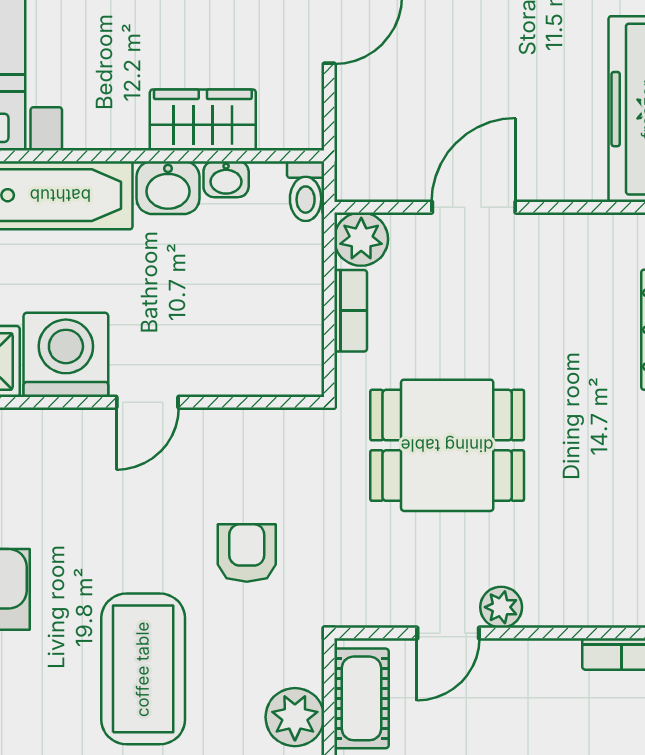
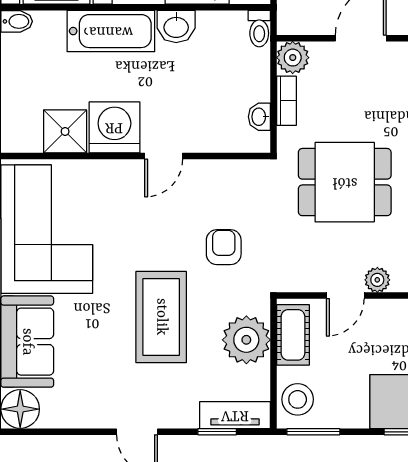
washbasin: (226, 179) -> (259, 117), moved, turned 90
plant: (295, 717) -> (246, 340), width x1.36, depth x1.36

